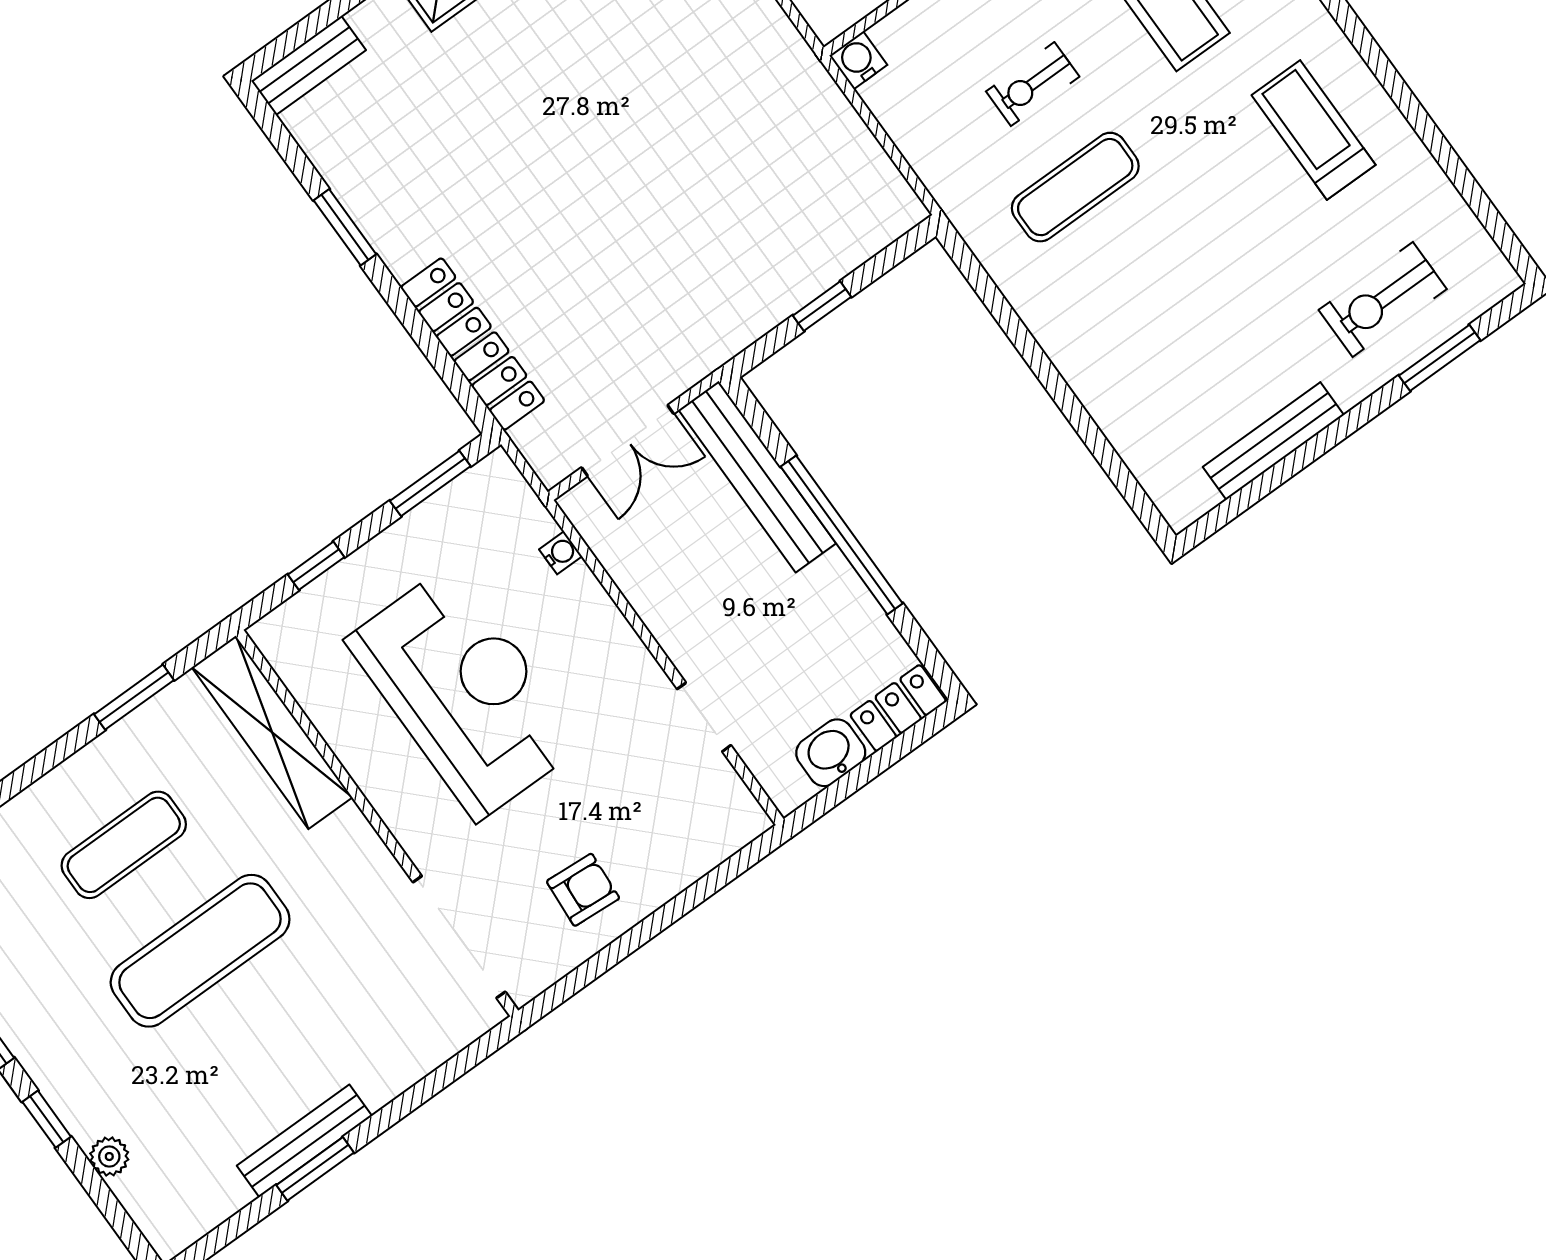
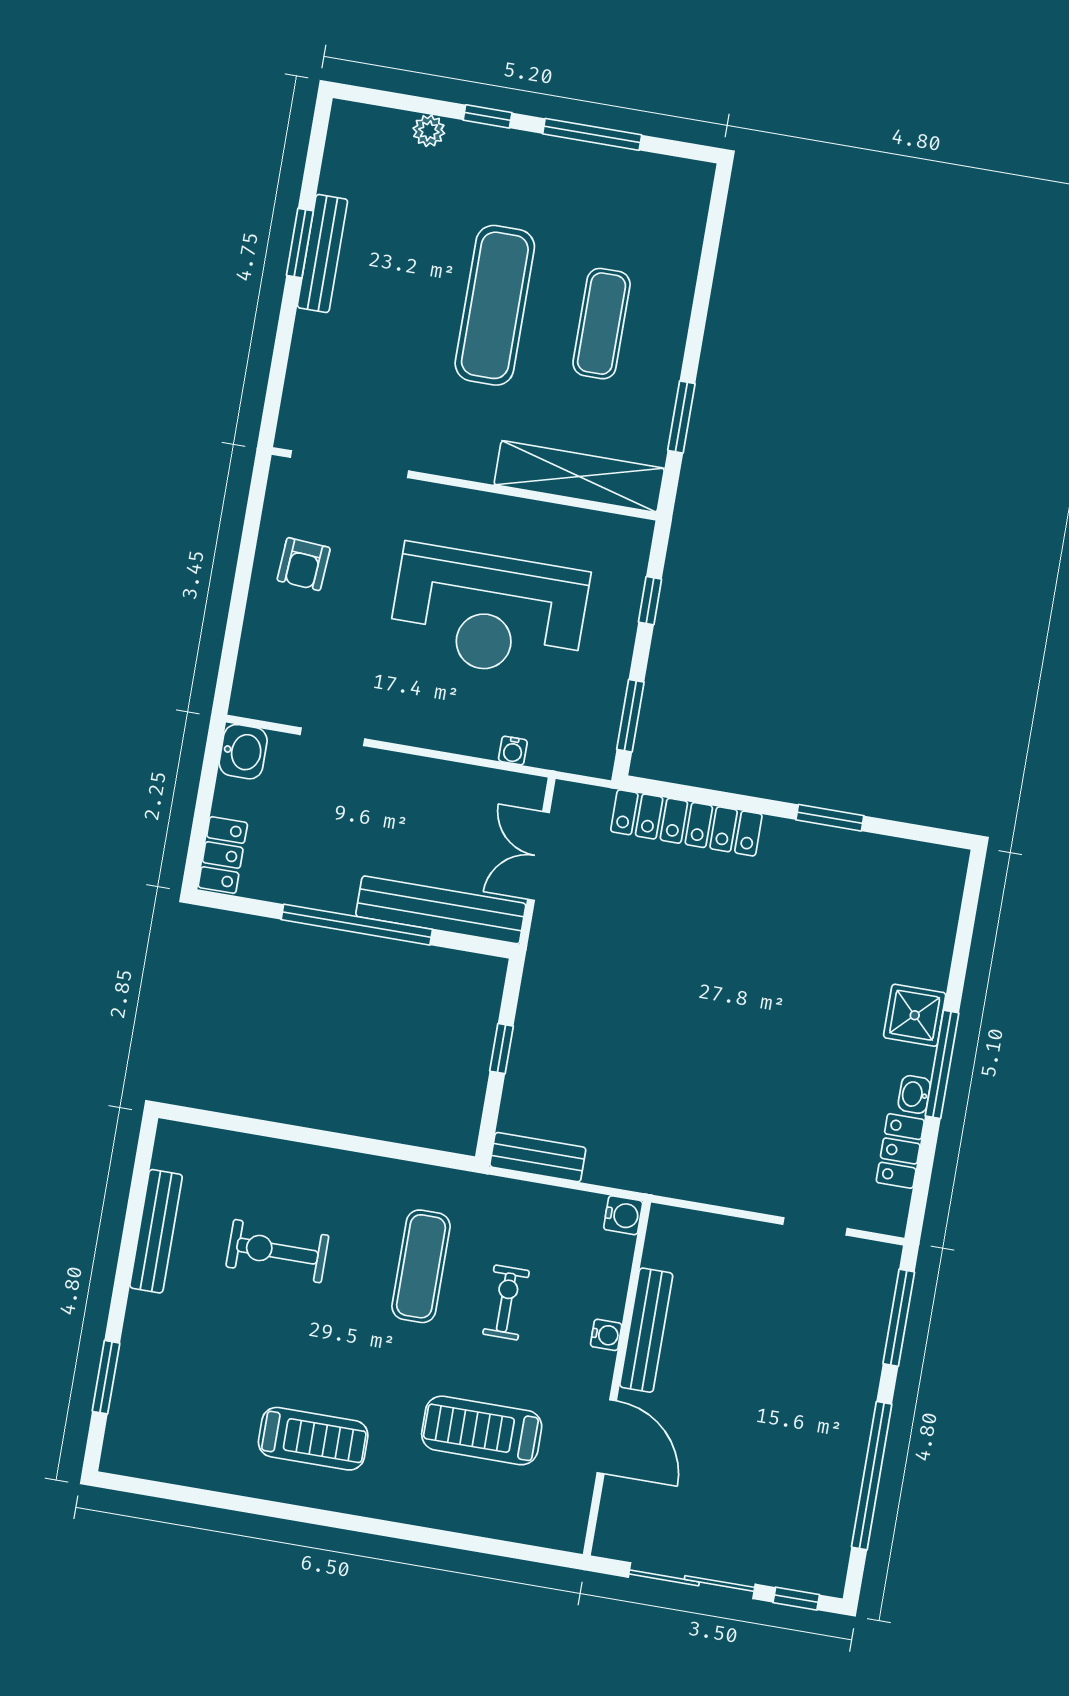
bench: (308, 65) -> (538, 1157), moved, turned 90
exercise bike: (1383, 300) -> (277, 1251), moved, turned -90
washbasin: (831, 753) -> (243, 752), moved

